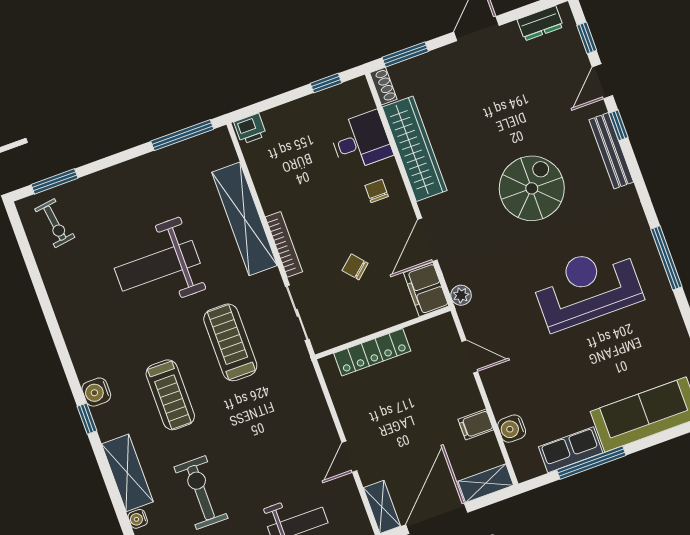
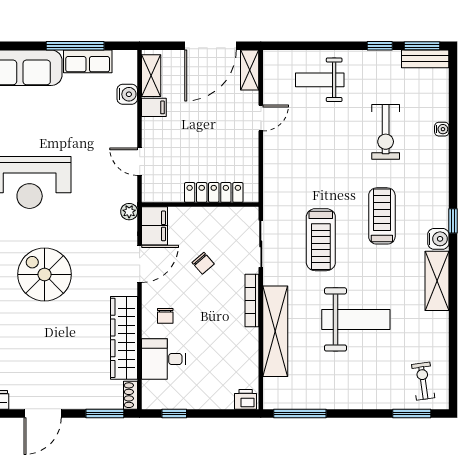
spiral stairs: (532, 188) -> (45, 274), turned 90
shelving: (127, 473) -> (437, 281), moved
shelving: (486, 483) -> (151, 76), moved, turned 90

